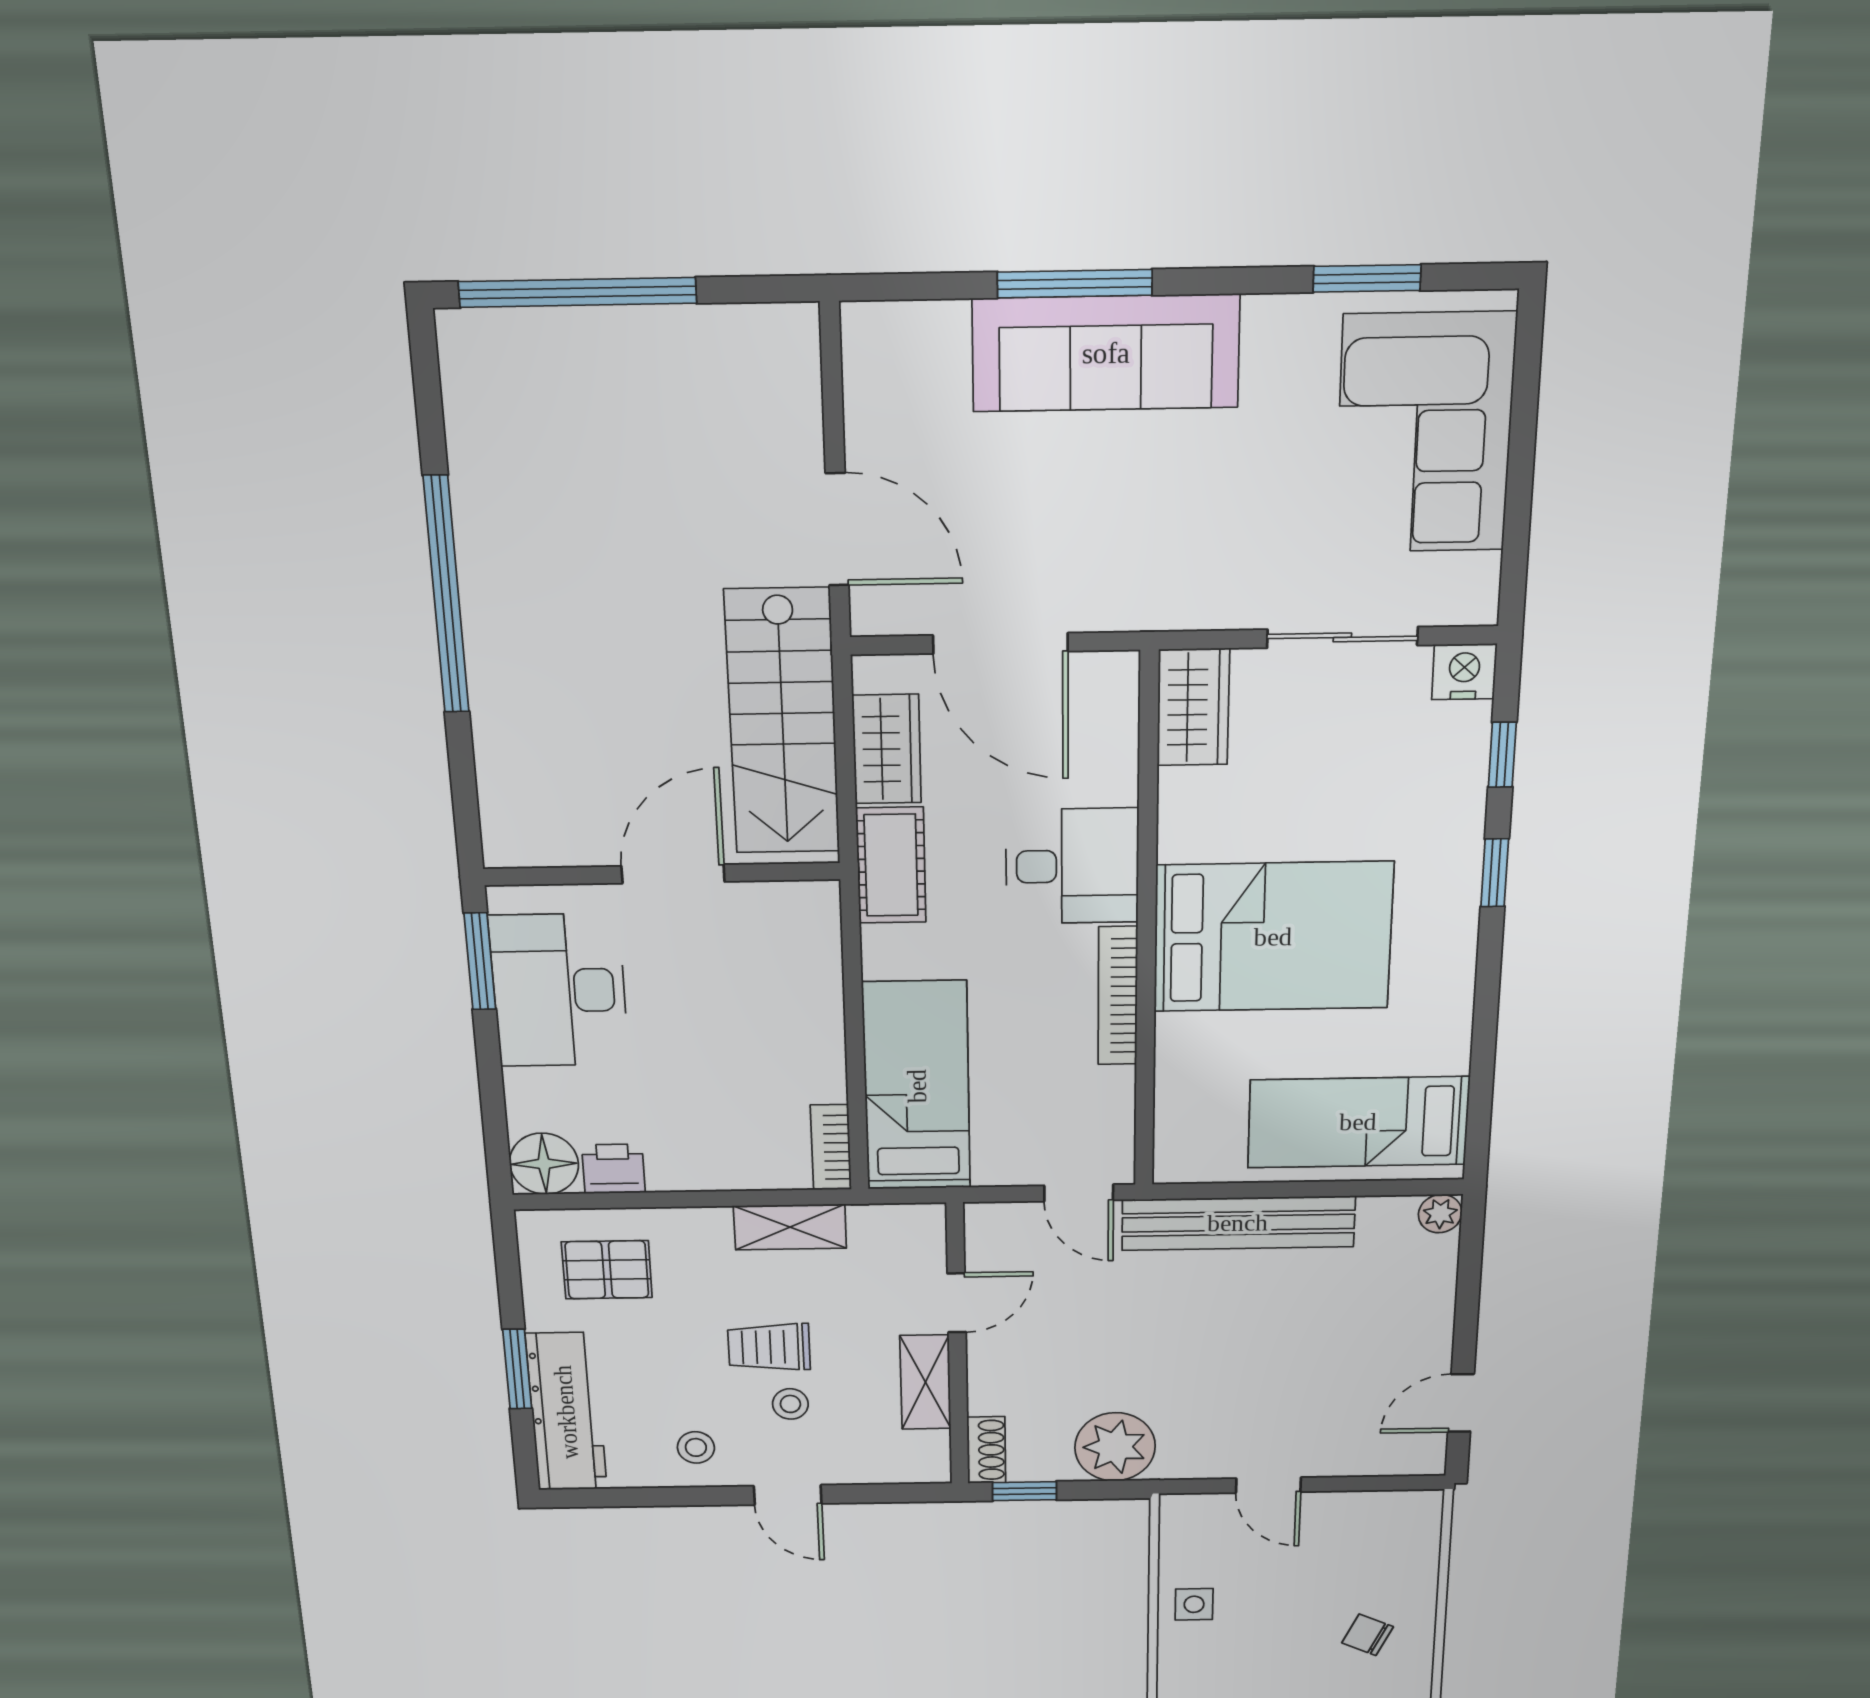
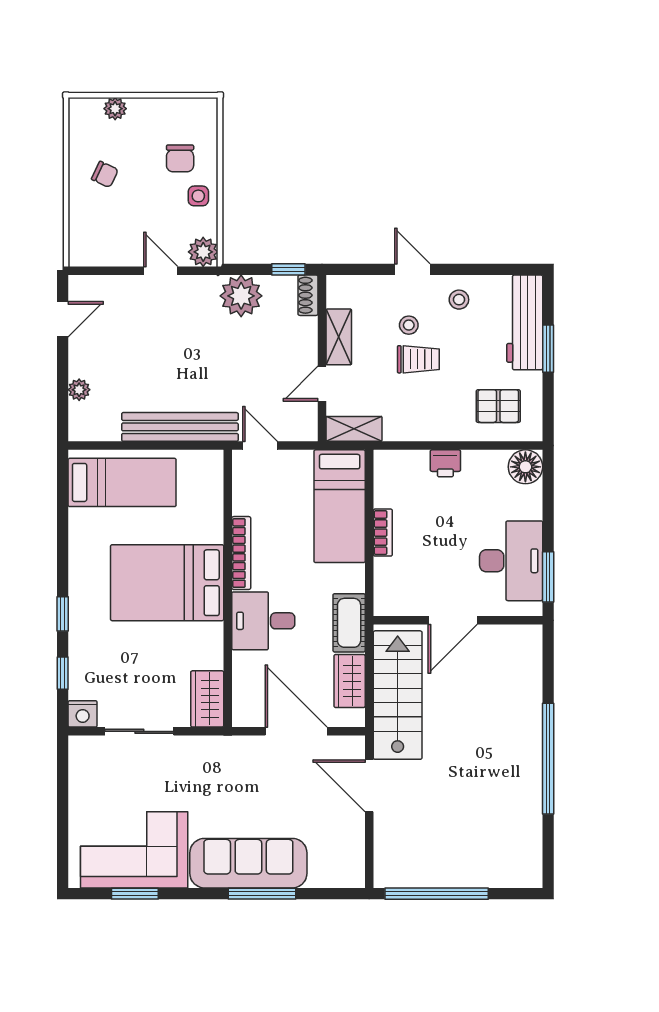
window: (578, 292) -> (437, 894), moved
corner sofa: (1425, 433) -> (134, 850), moved, turned -90
bookcase: (831, 1147) -> (383, 533), moved
printer: (613, 1169) -> (445, 463), moved
plant: (1440, 1214) -> (79, 390), moved
shelving: (790, 1227) -> (354, 429), moved
plant: (1186, 1517) -> (203, 252), added
chair: (1227, 1661) -> (180, 158), added

